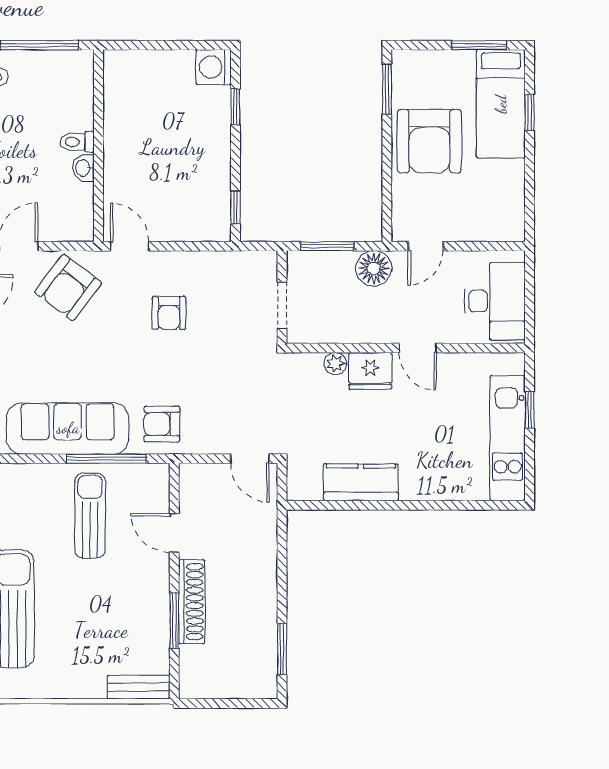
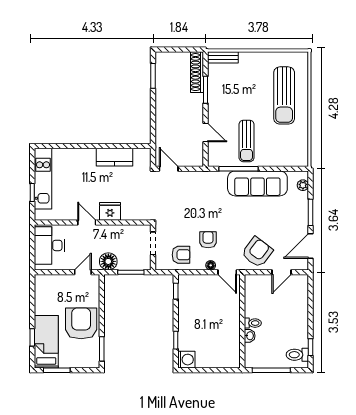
washbasin: (83, 168) -> (250, 336), moved
floor lamp: (164, 260) -> (211, 265), added
plant: (335, 364) -> (127, 215), removed
armchair: (162, 424) -> (181, 255), moved
shoe rack: (192, 602) -> (197, 72), moved

